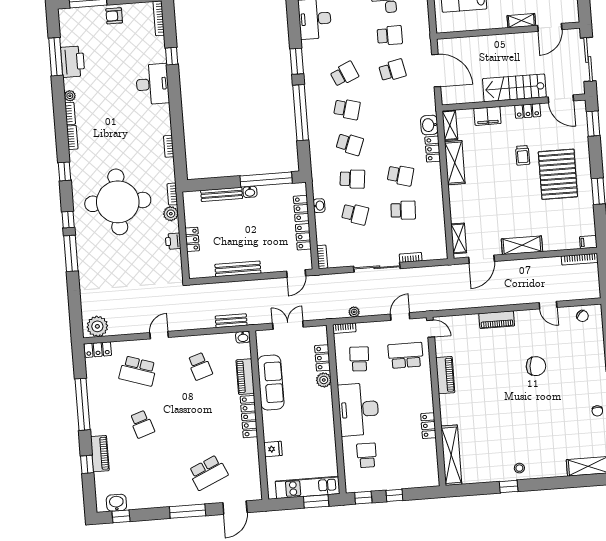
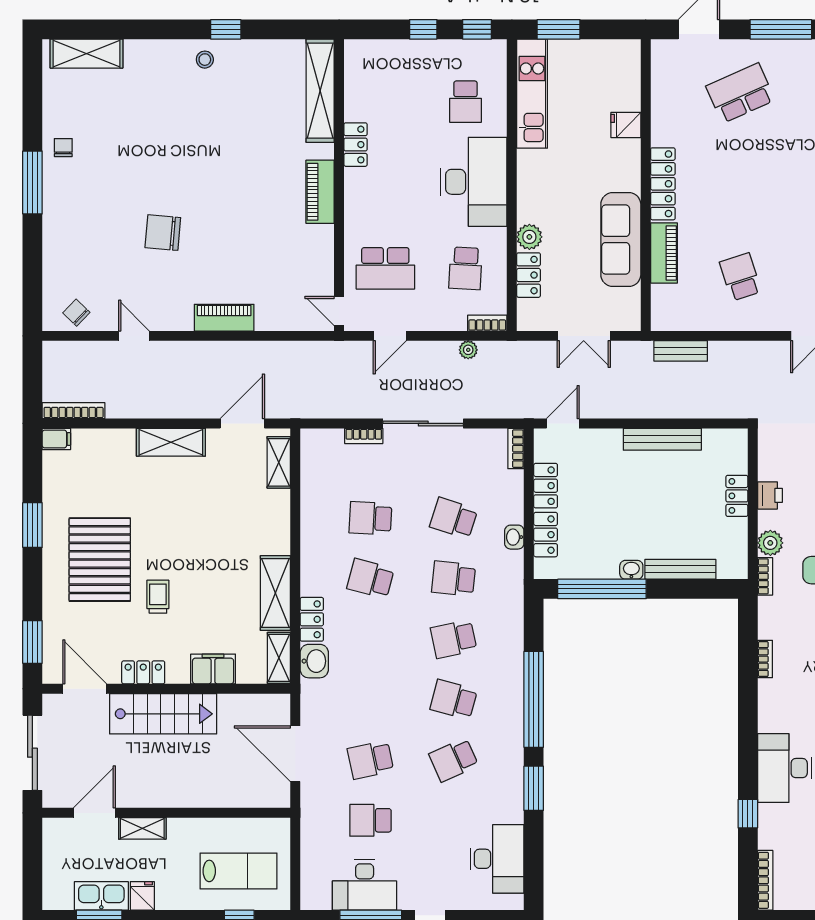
school desk: (350, 144) -> (454, 639), turned -33
washbasin: (243, 337) -> (663, 321), removed
piano: (445, 375) -> (320, 192), moved
kitchen unit: (308, 487) -> (532, 94), moved, turned -90

